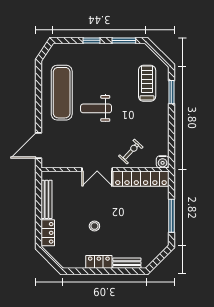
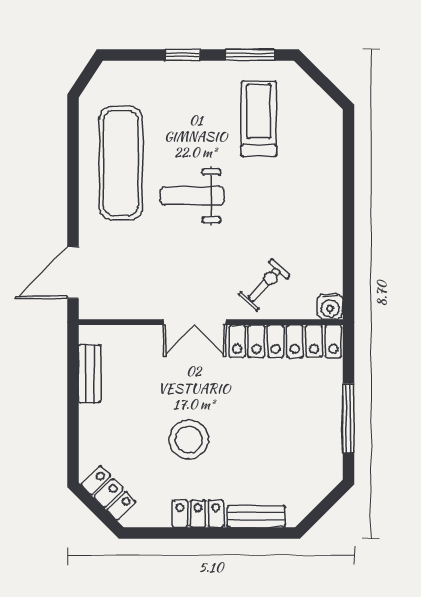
treadmill: (147, 83) -> (259, 119), moved
window: (171, 92) -> (348, 162), removed
bench: (47, 199) -> (90, 374), width x0.73
stool: (94, 226) -> (189, 439), width x1.89, depth x1.89
locker: (48, 233) -> (109, 493), moved, turned -45

